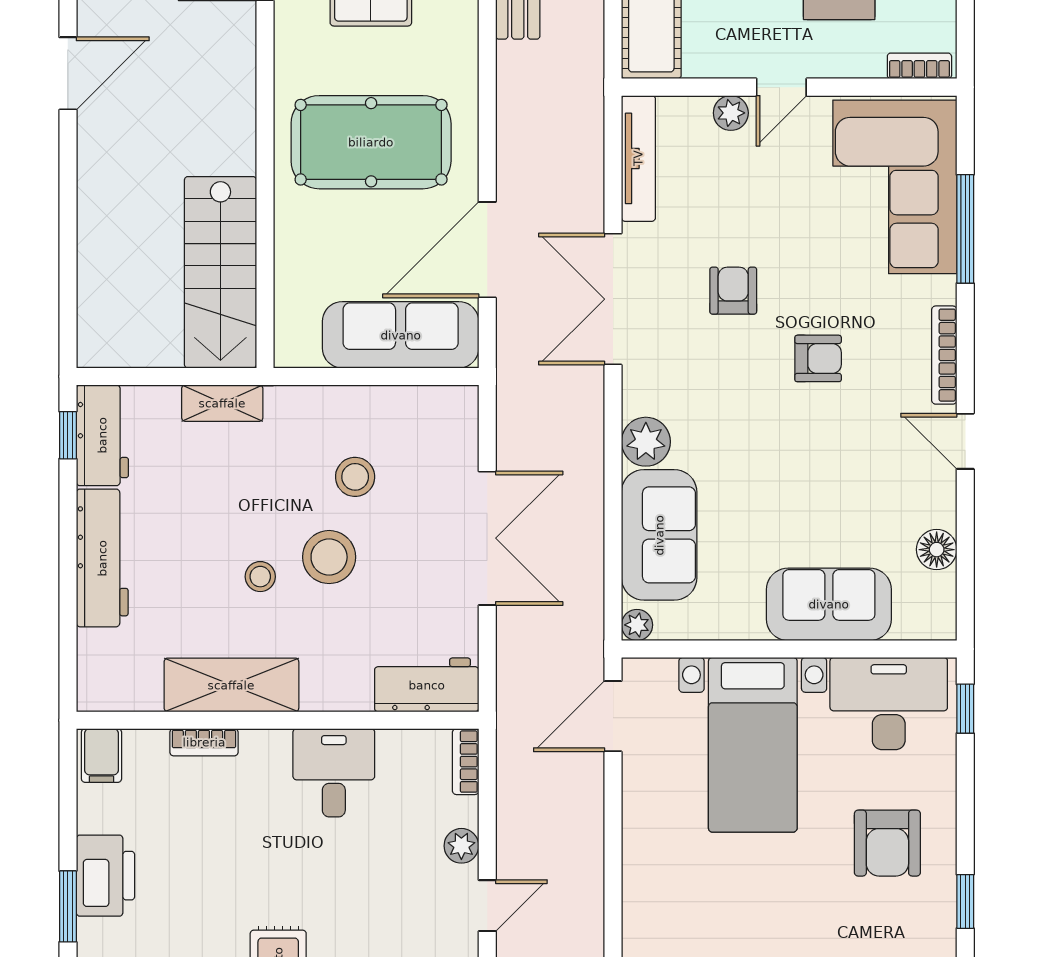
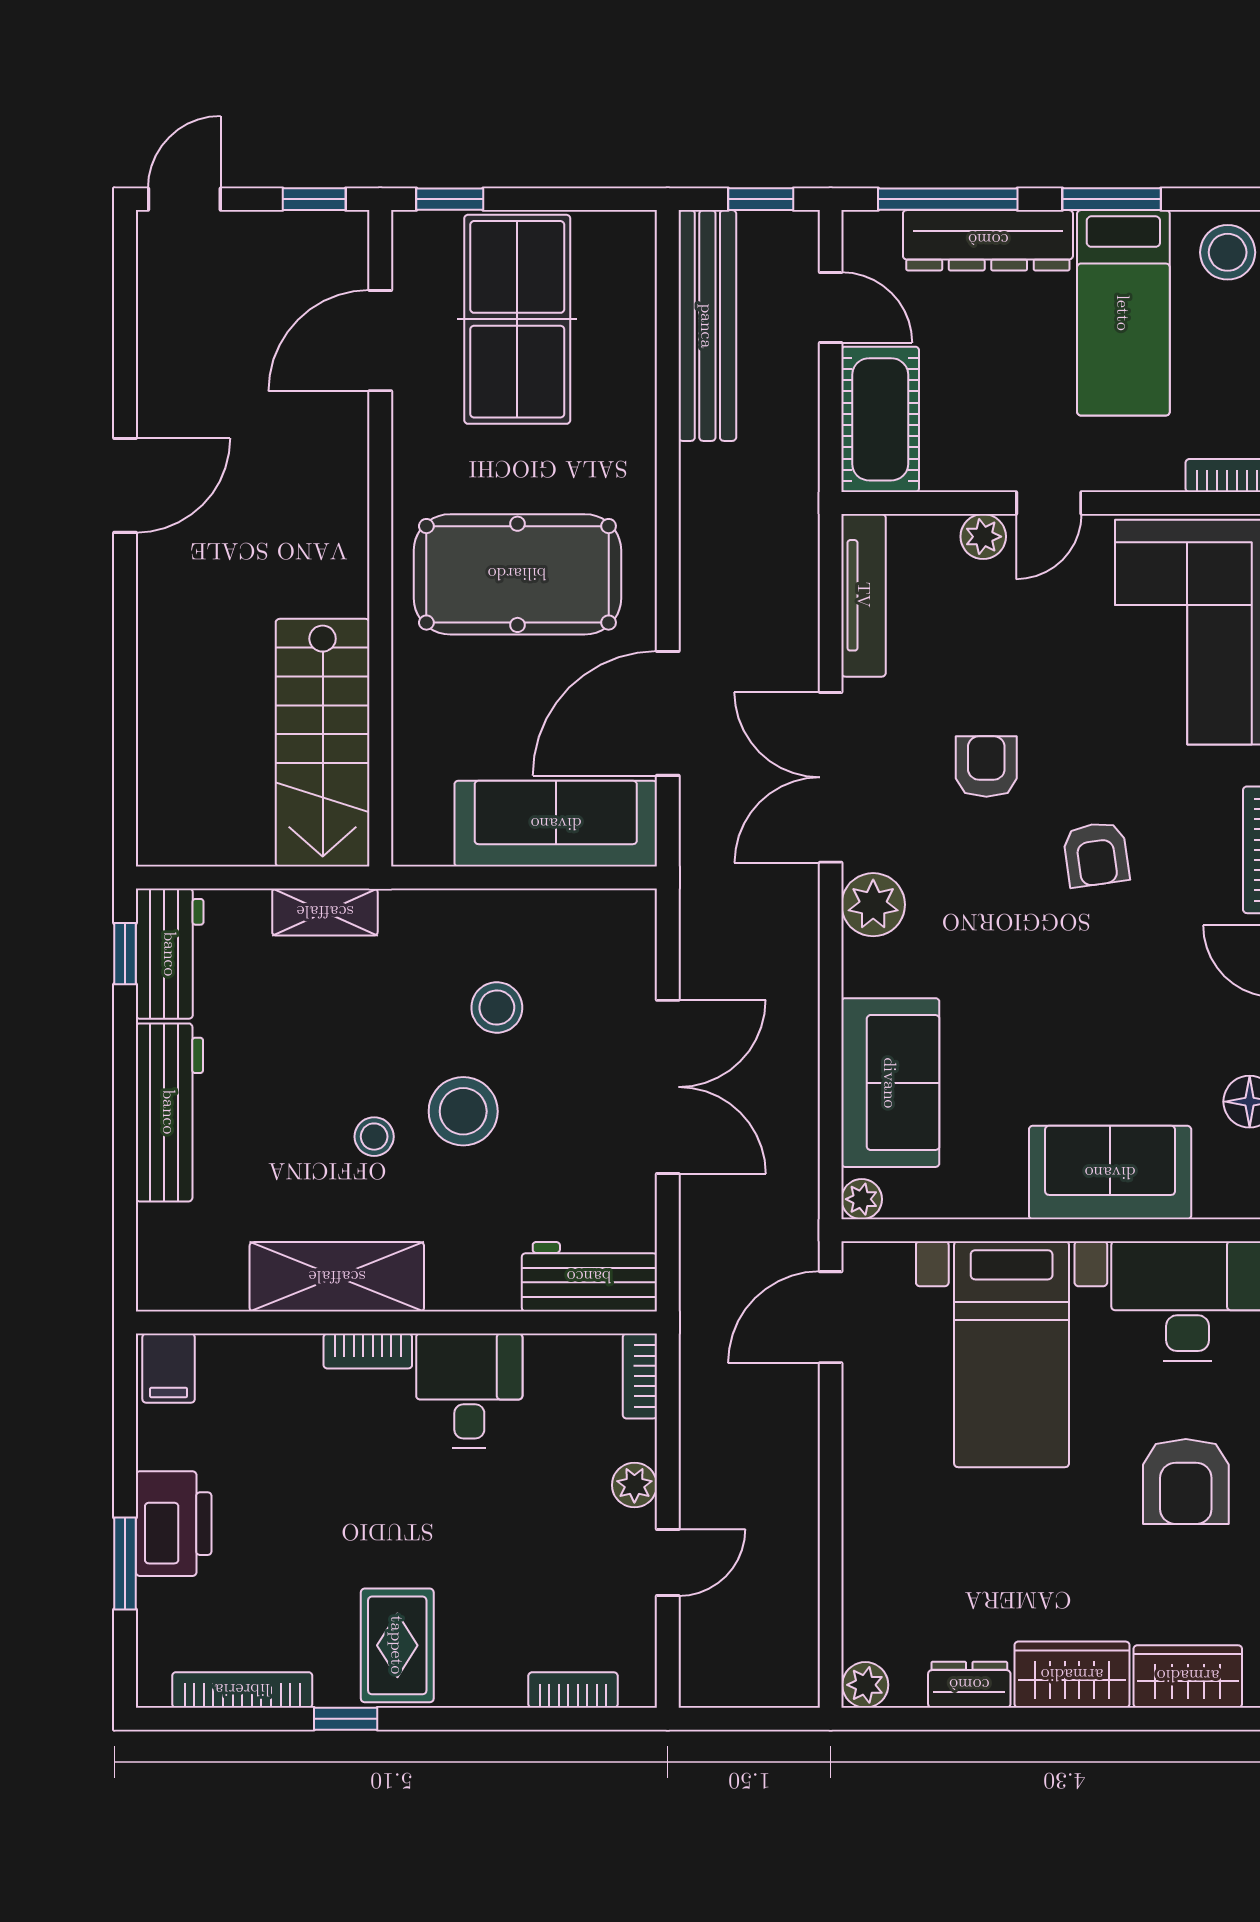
armchair: (818, 358) -> (1096, 854), turned 82
plant: (646, 442) -> (873, 905), moved
bookcase: (204, 742) -> (368, 1351), moved

